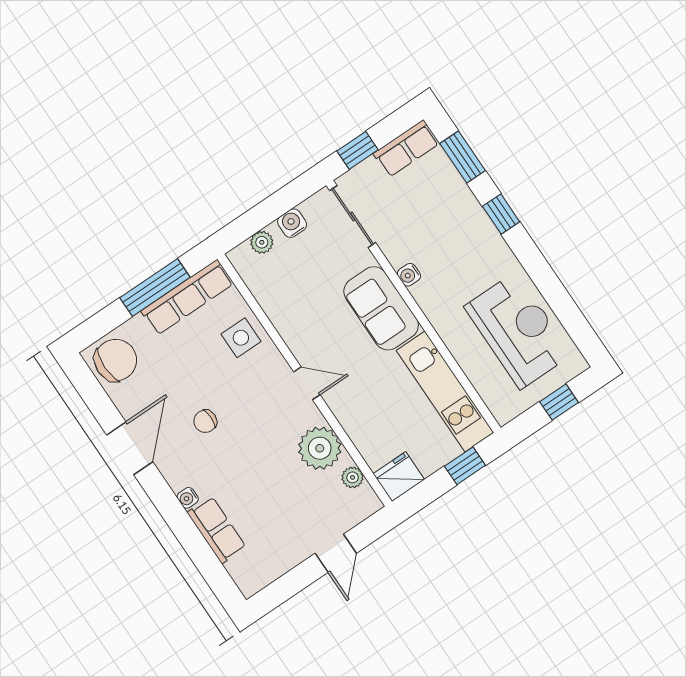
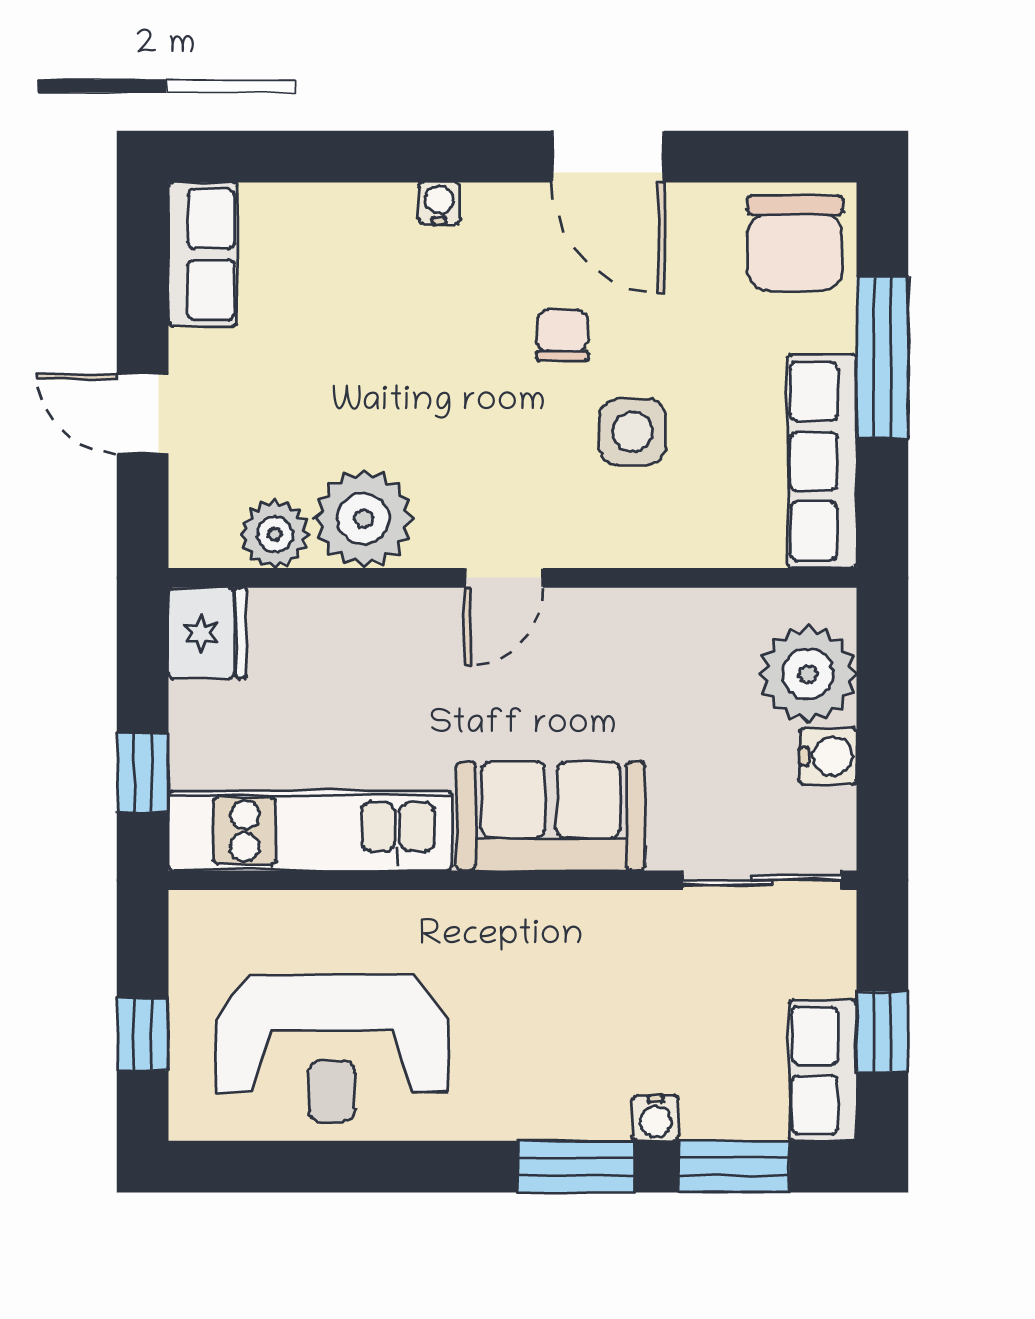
window: (358, 150) -> (882, 1032), moved
window: (501, 214) -> (576, 1167), width x1.50
plant: (262, 242) -> (808, 674), width x1.88, depth x1.88
water cooler: (409, 275) -> (656, 1118), moved, turned 180
window: (155, 287) -> (882, 357), moved
side table: (241, 338) -> (632, 432), moved
plant: (353, 477) -> (275, 534), width x1.38, depth x1.38
row of seats: (217, 530) -> (203, 255), moved, turned -90

